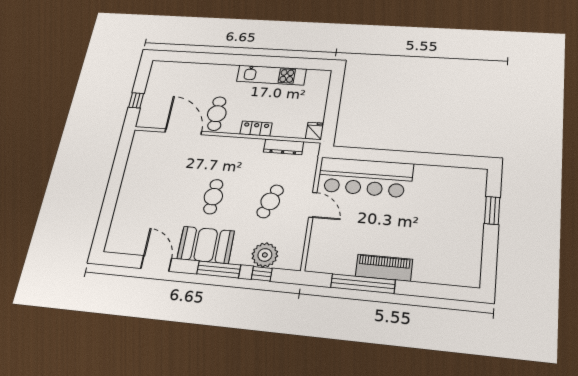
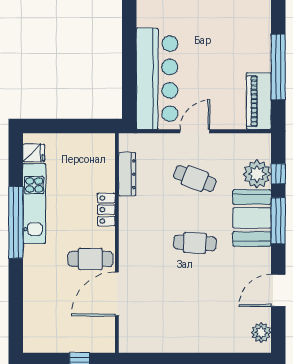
window: (258, 61) -> (16, 222), added
fridge: (315, 131) -> (34, 153), moved, turned 180
plant: (123, 245) -> (261, 332), added
booth: (206, 245) -> (252, 218), moved
piano: (384, 268) -> (259, 101), moved

